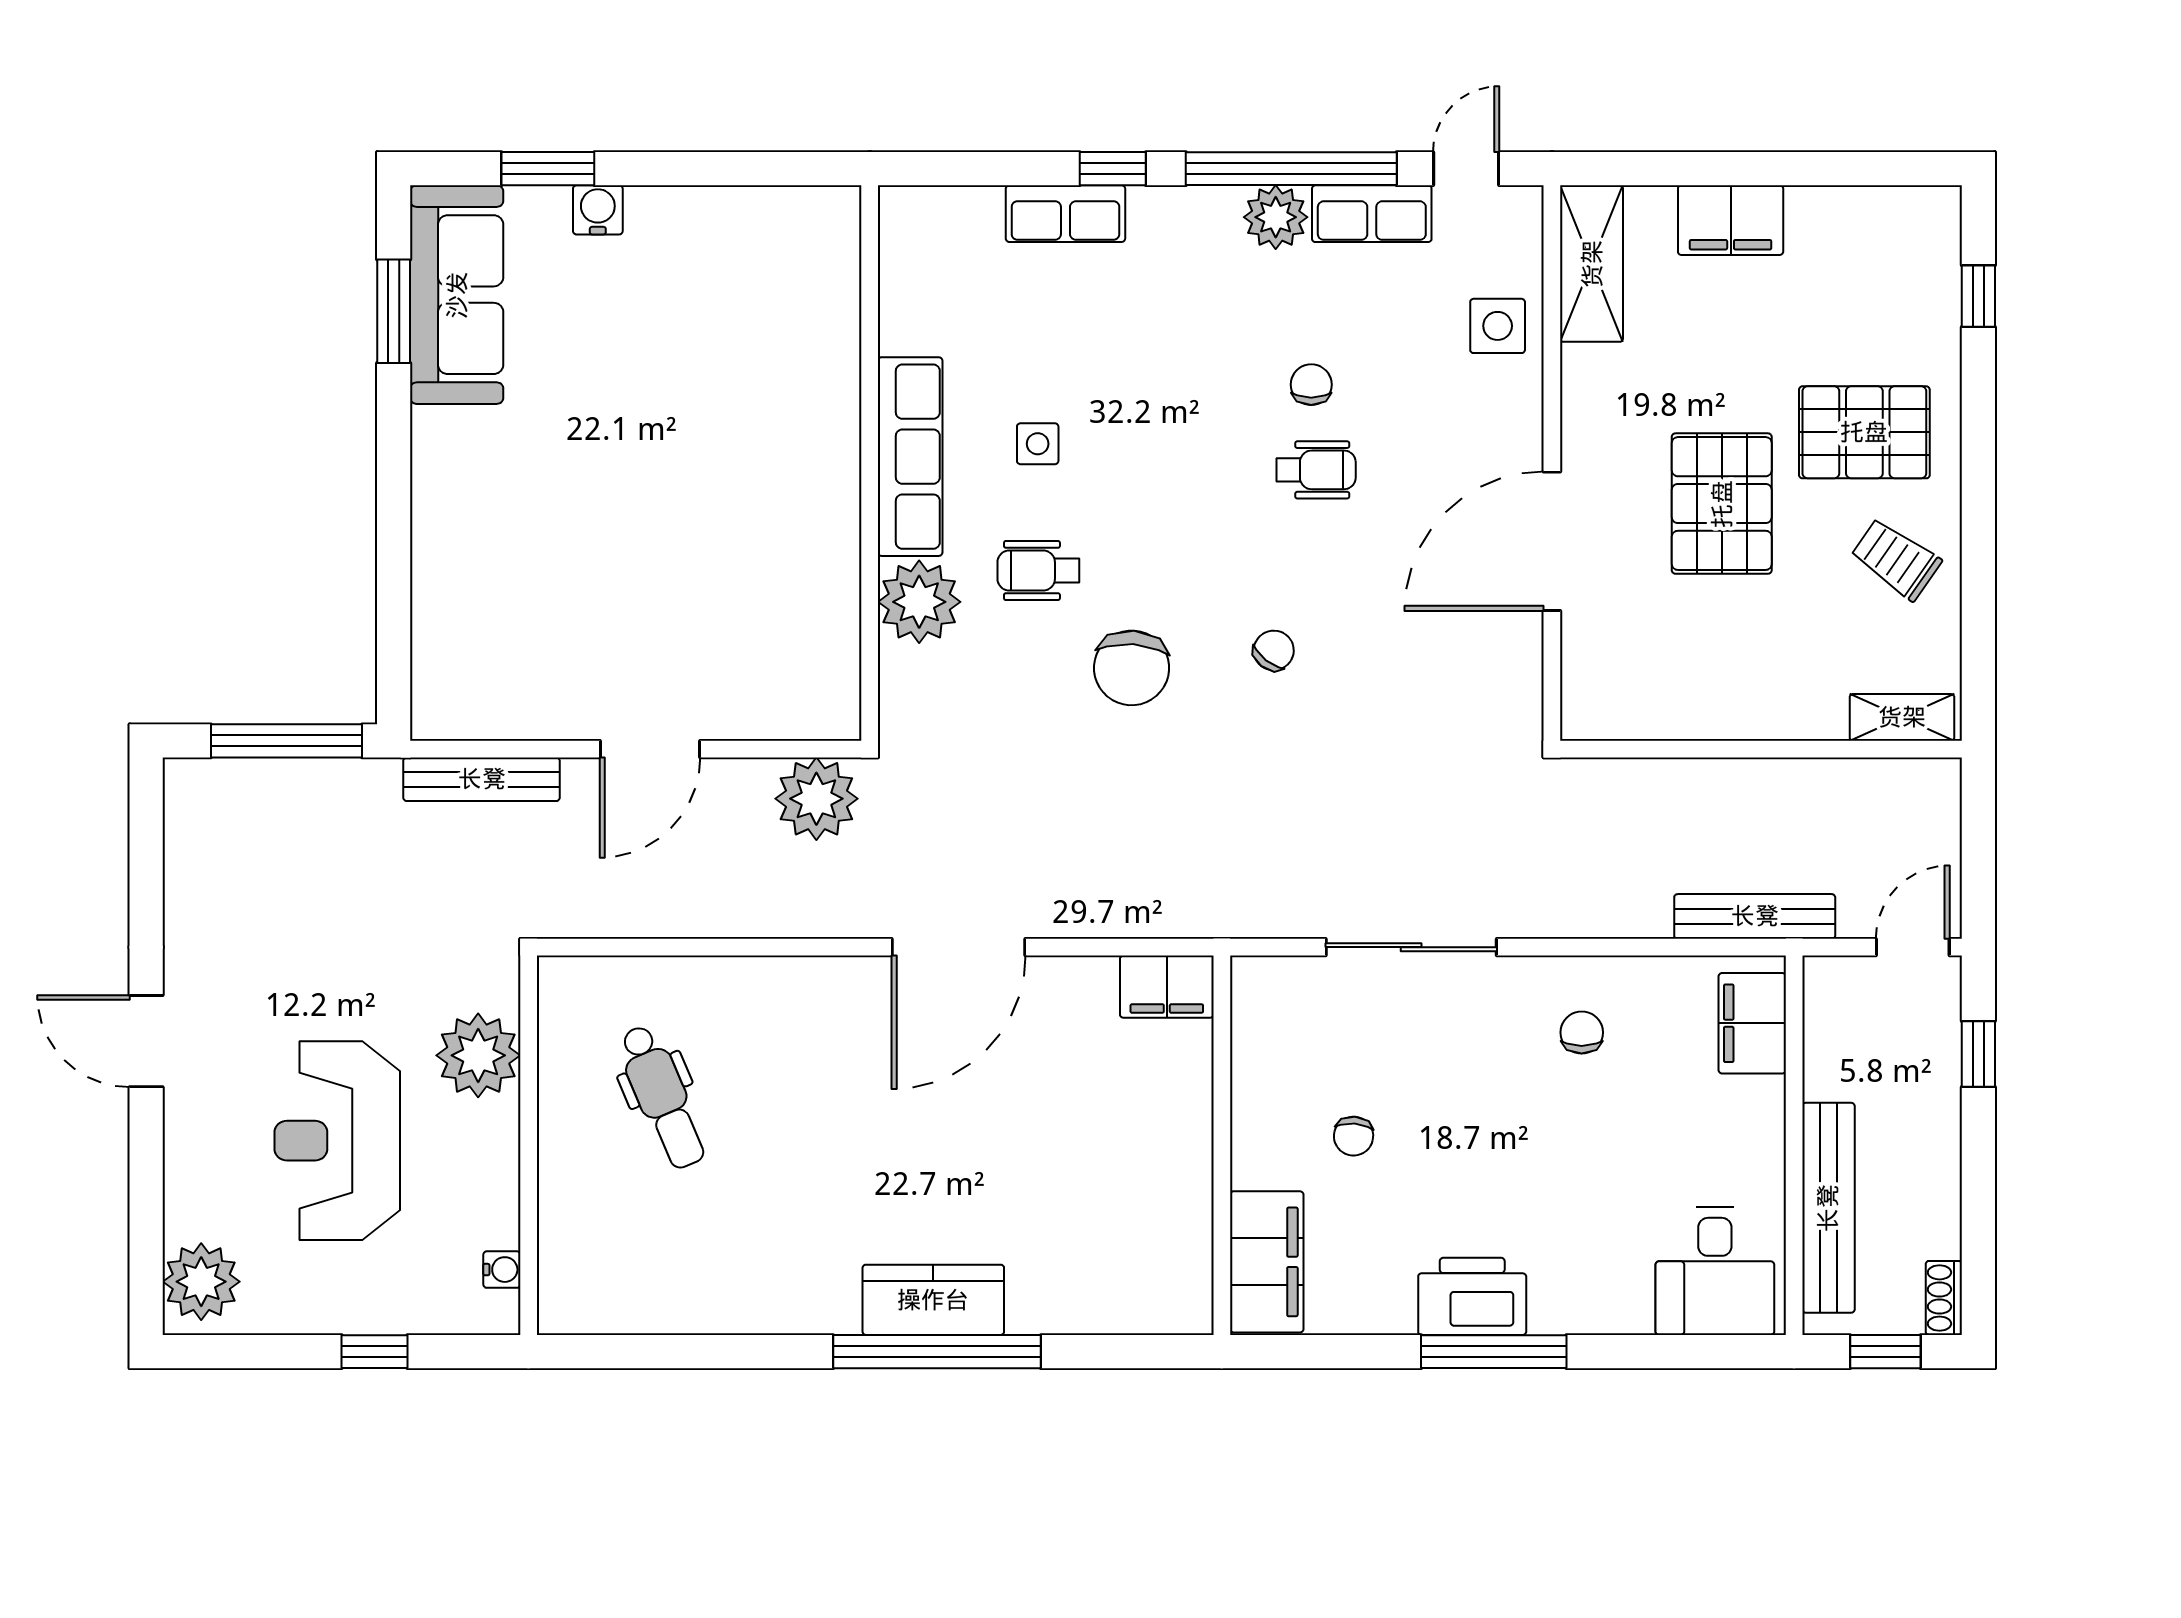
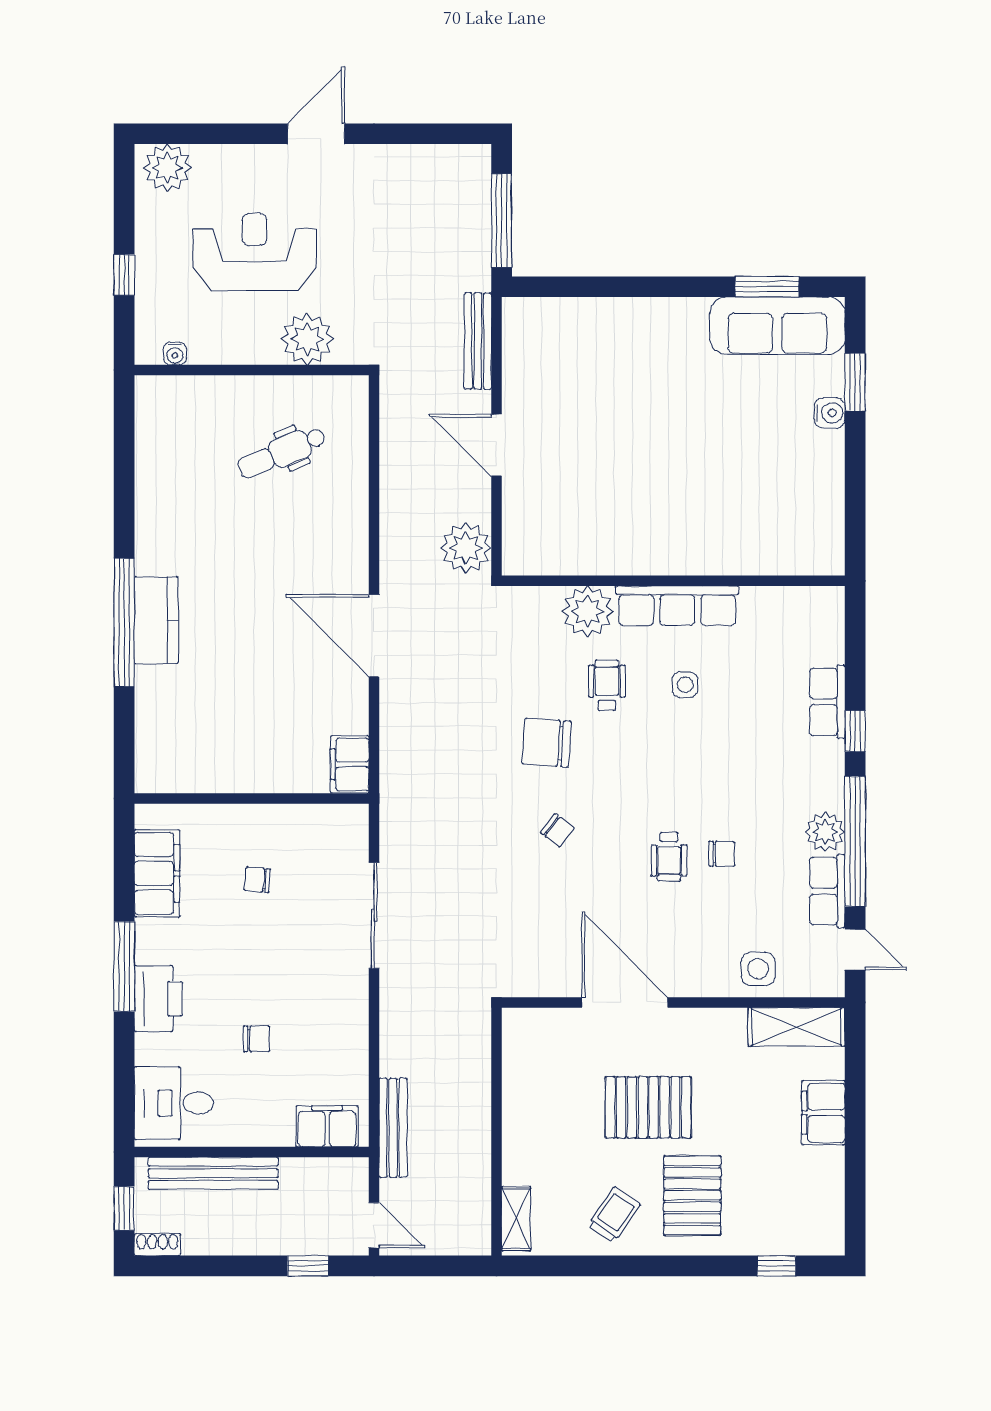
chair: (1582, 1032) -> (257, 1039), moved
filing cabinet: (1267, 1262) -> (157, 873), moved, turned -90
printer: (1472, 1296) -> (158, 999), moved

